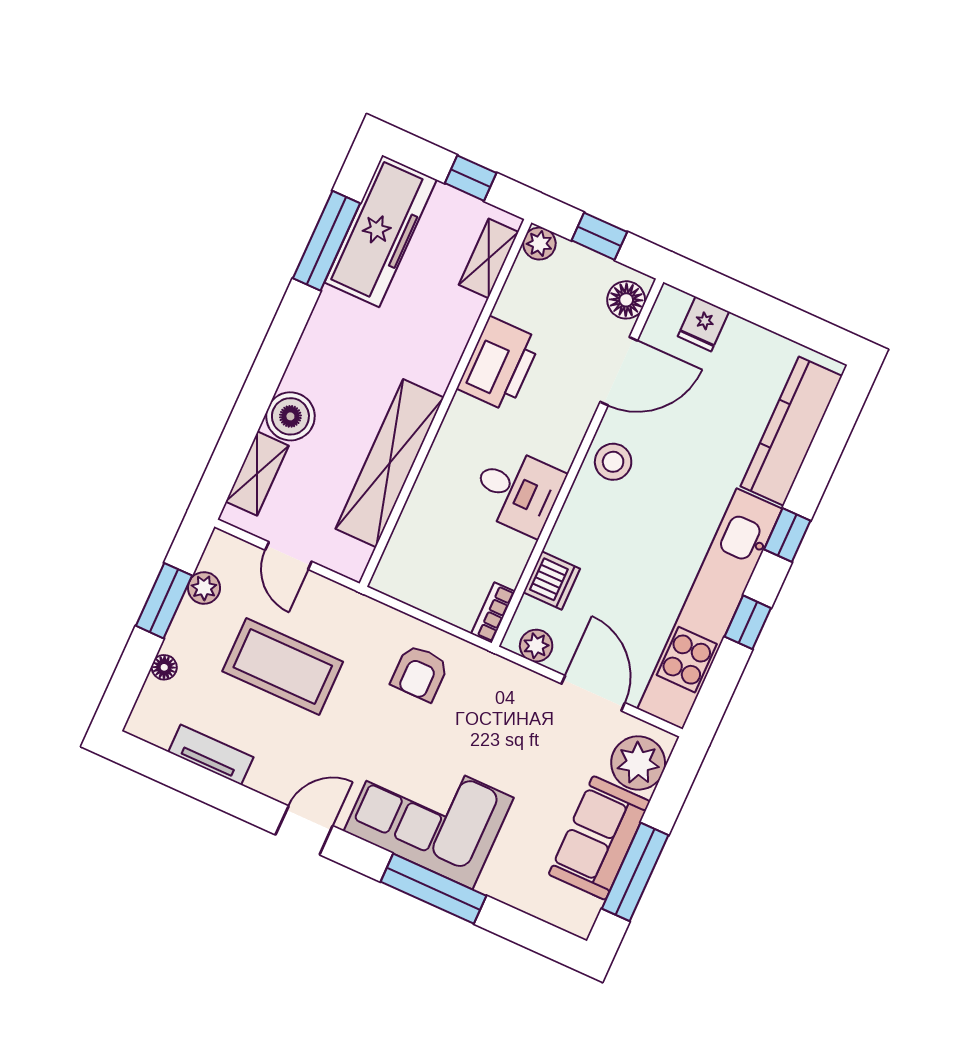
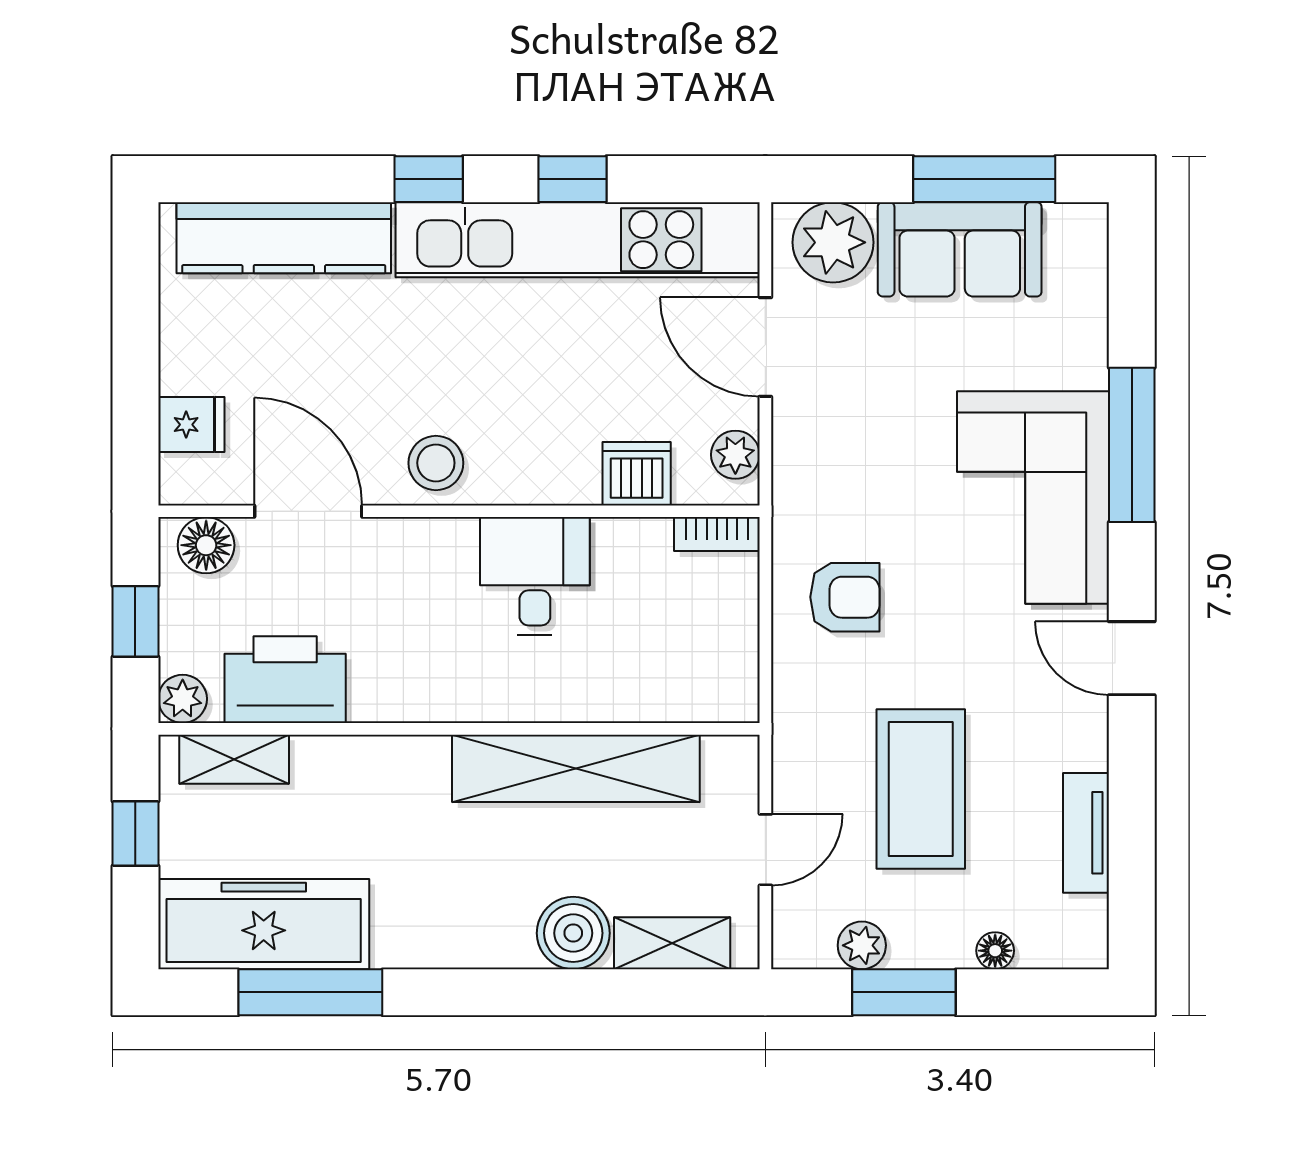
printer: (499, 364) -> (285, 680), moved
door: (593, 693) -> (765, 347), hinge flipped

